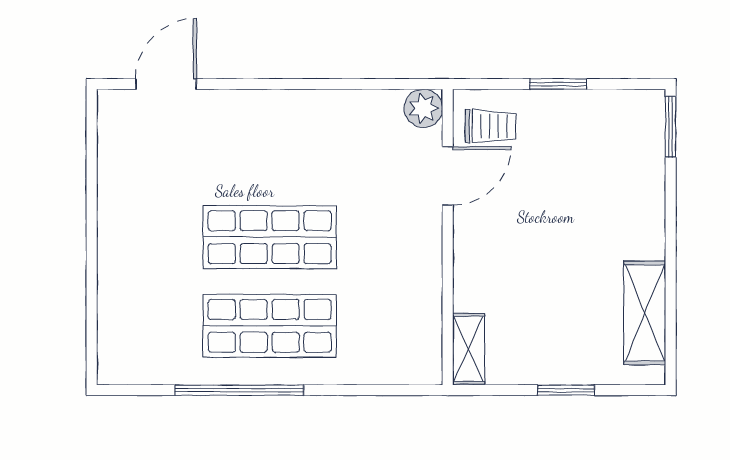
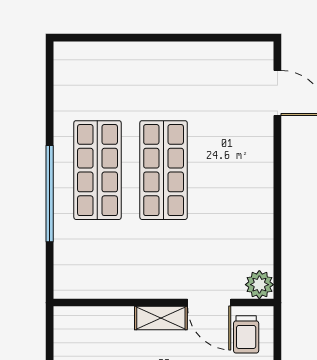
shelving: (469, 349) -> (161, 318), moved
window: (239, 390) -> (50, 194), moved

